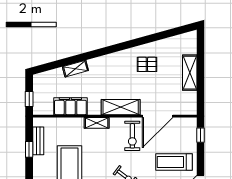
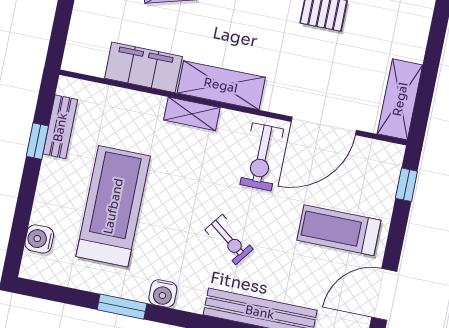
shelving: (190, 73) -> (400, 99), moved
window: (29, 99) -> (59, 34), removed
shelving: (121, 107) -> (221, 85), moved

